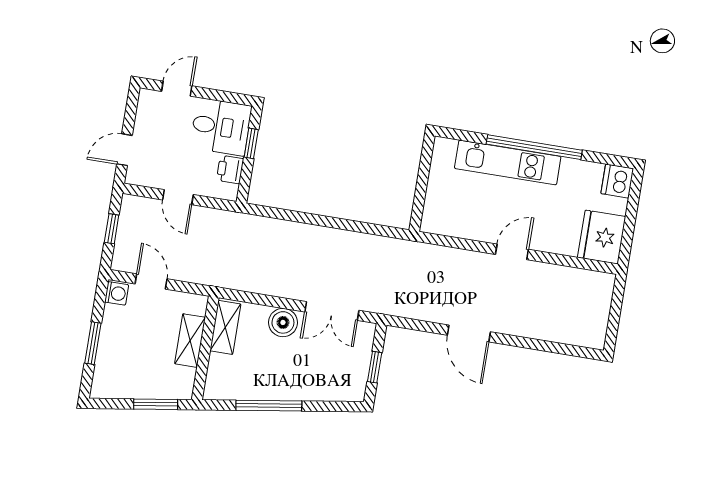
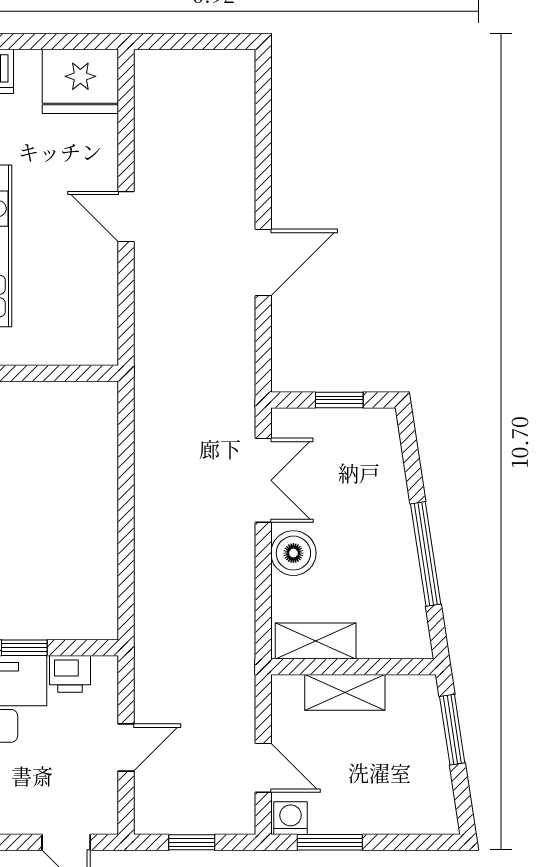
door: (151, 281) -> (263, 768), swing flipped
window: (93, 343) -> (330, 842), moved

